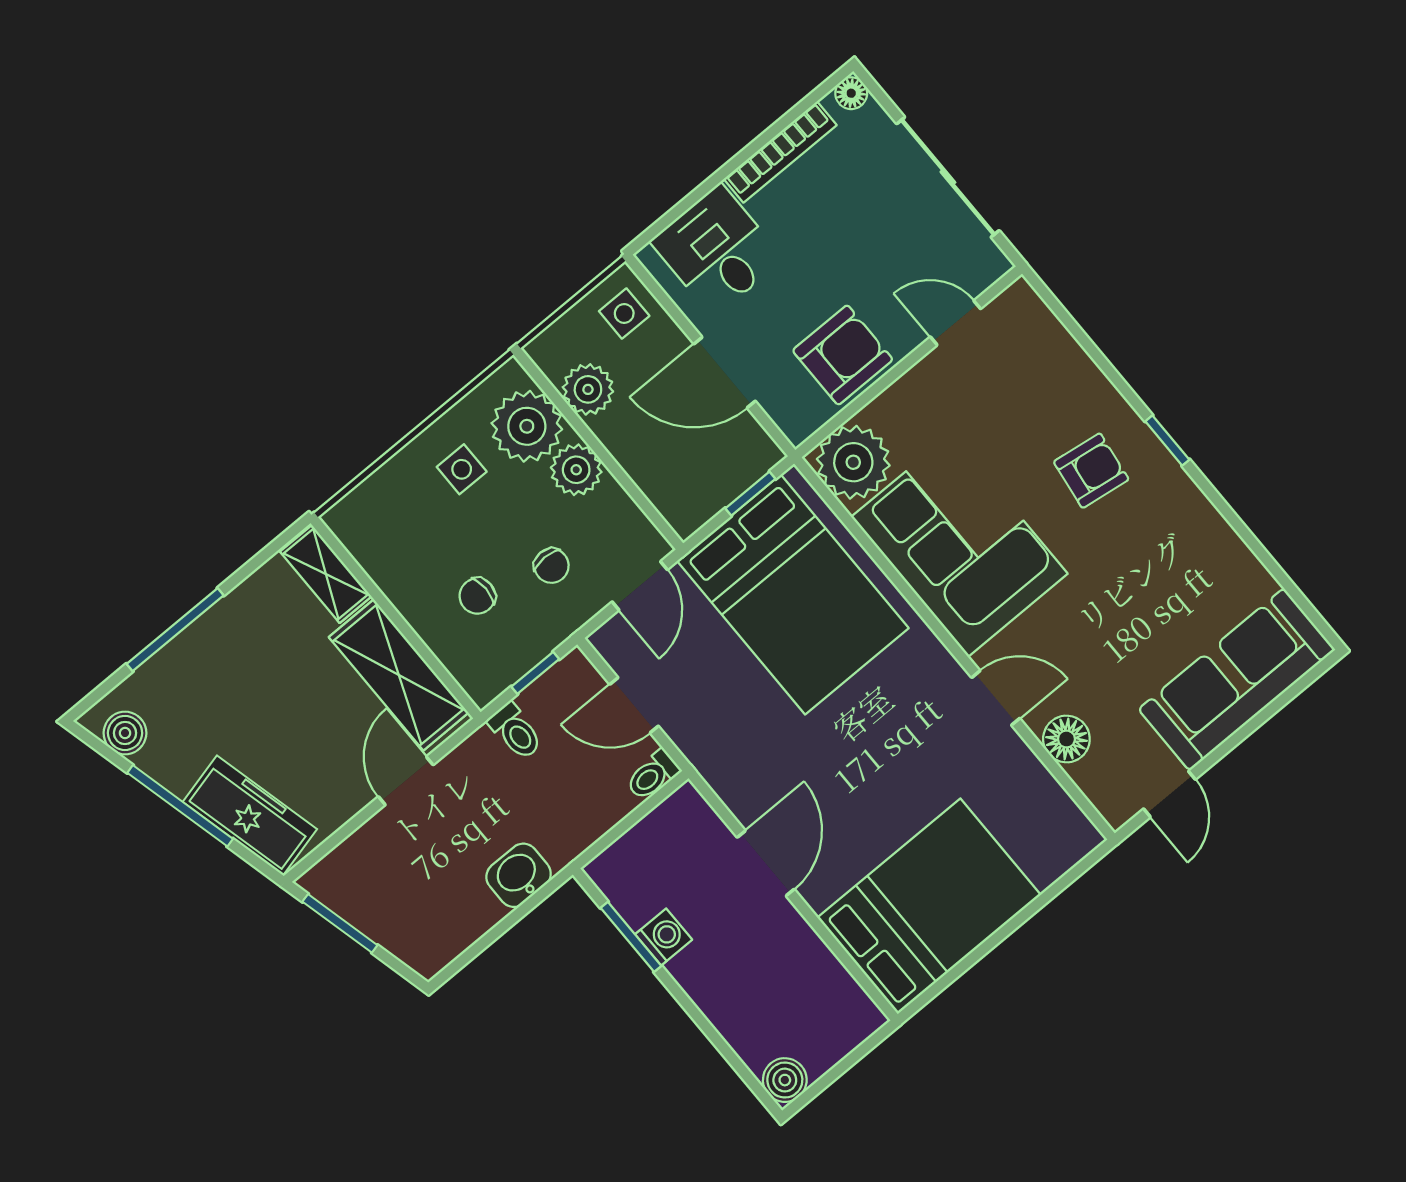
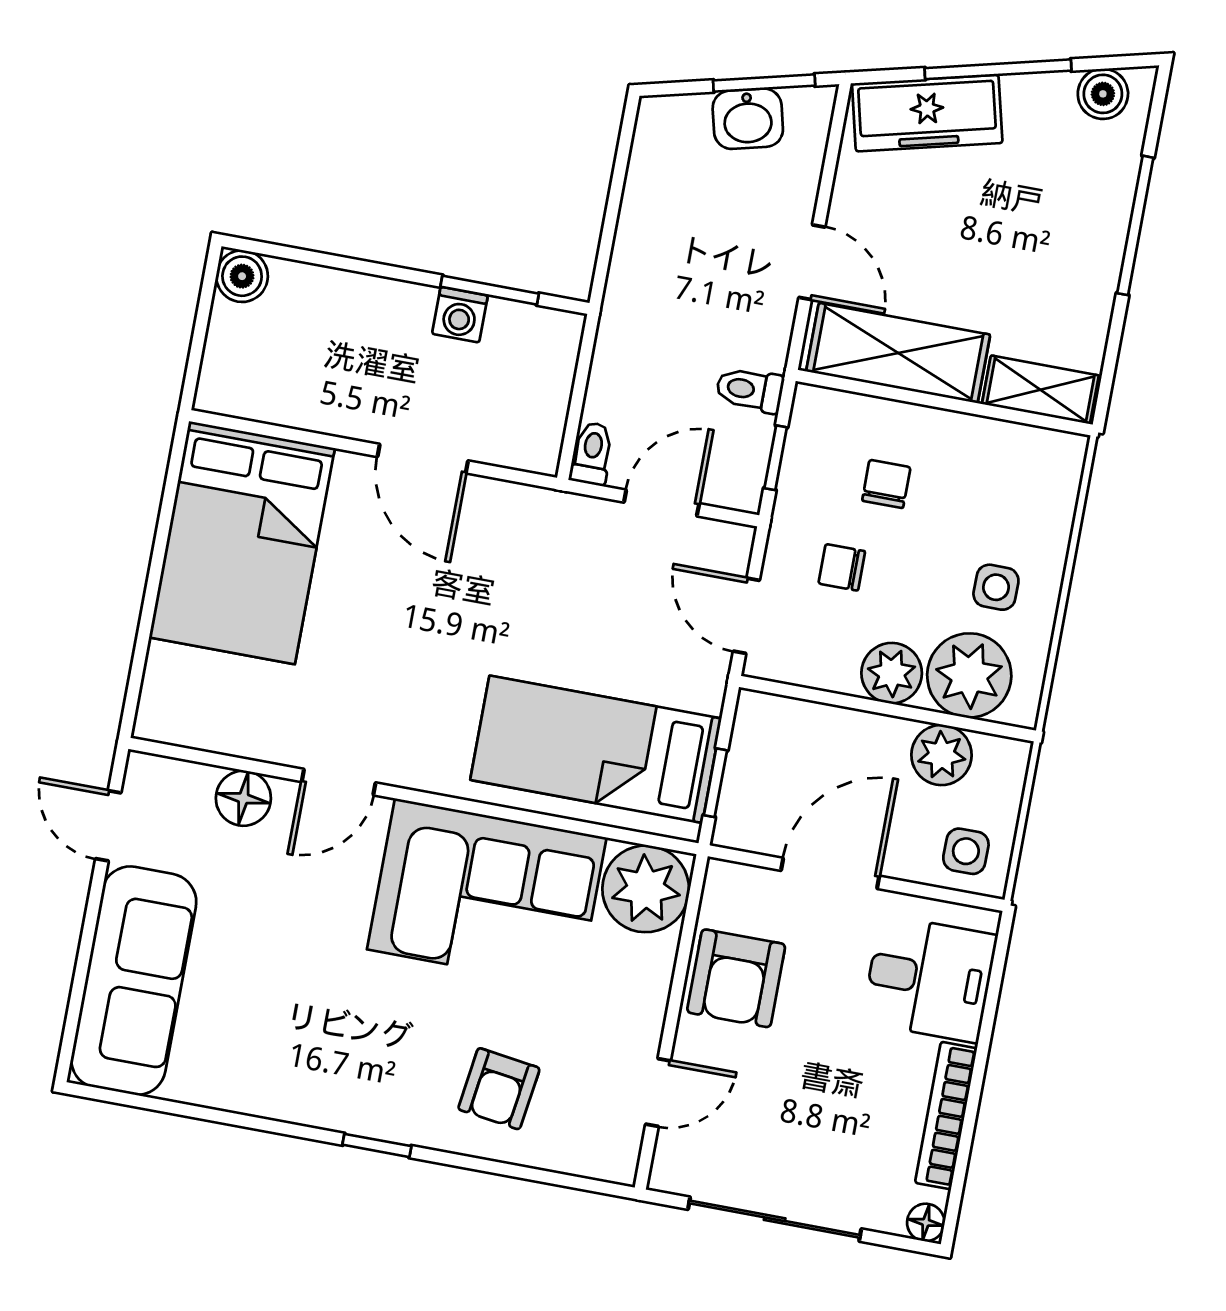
armchair: (1091, 471) -> (499, 1089), moved
bed: (793, 595) -> (596, 749), width x0.67
washbasin: (519, 875) -> (748, 119), moved, turned 76

